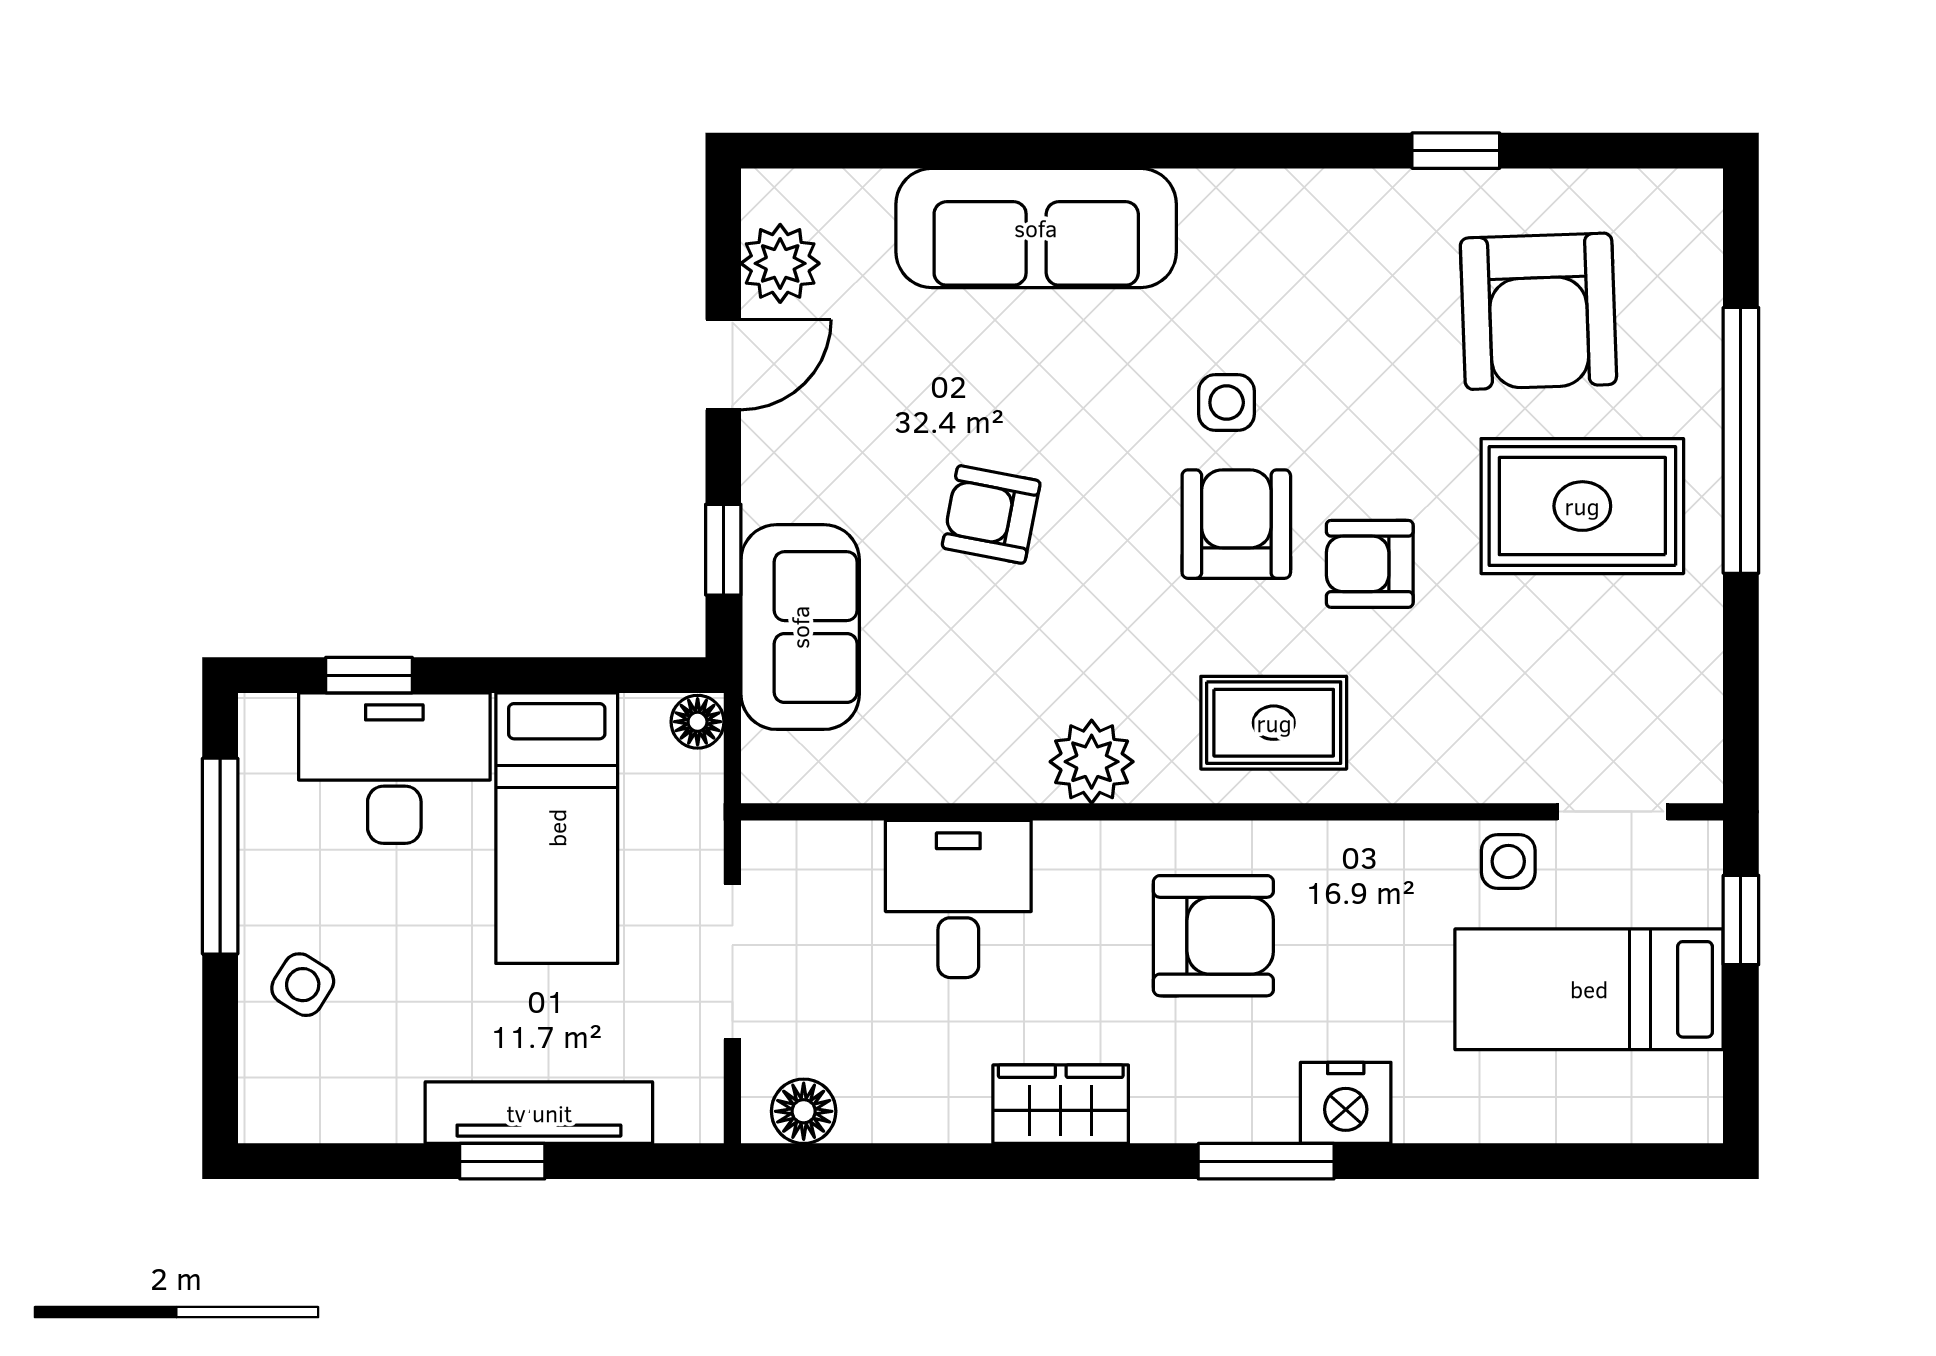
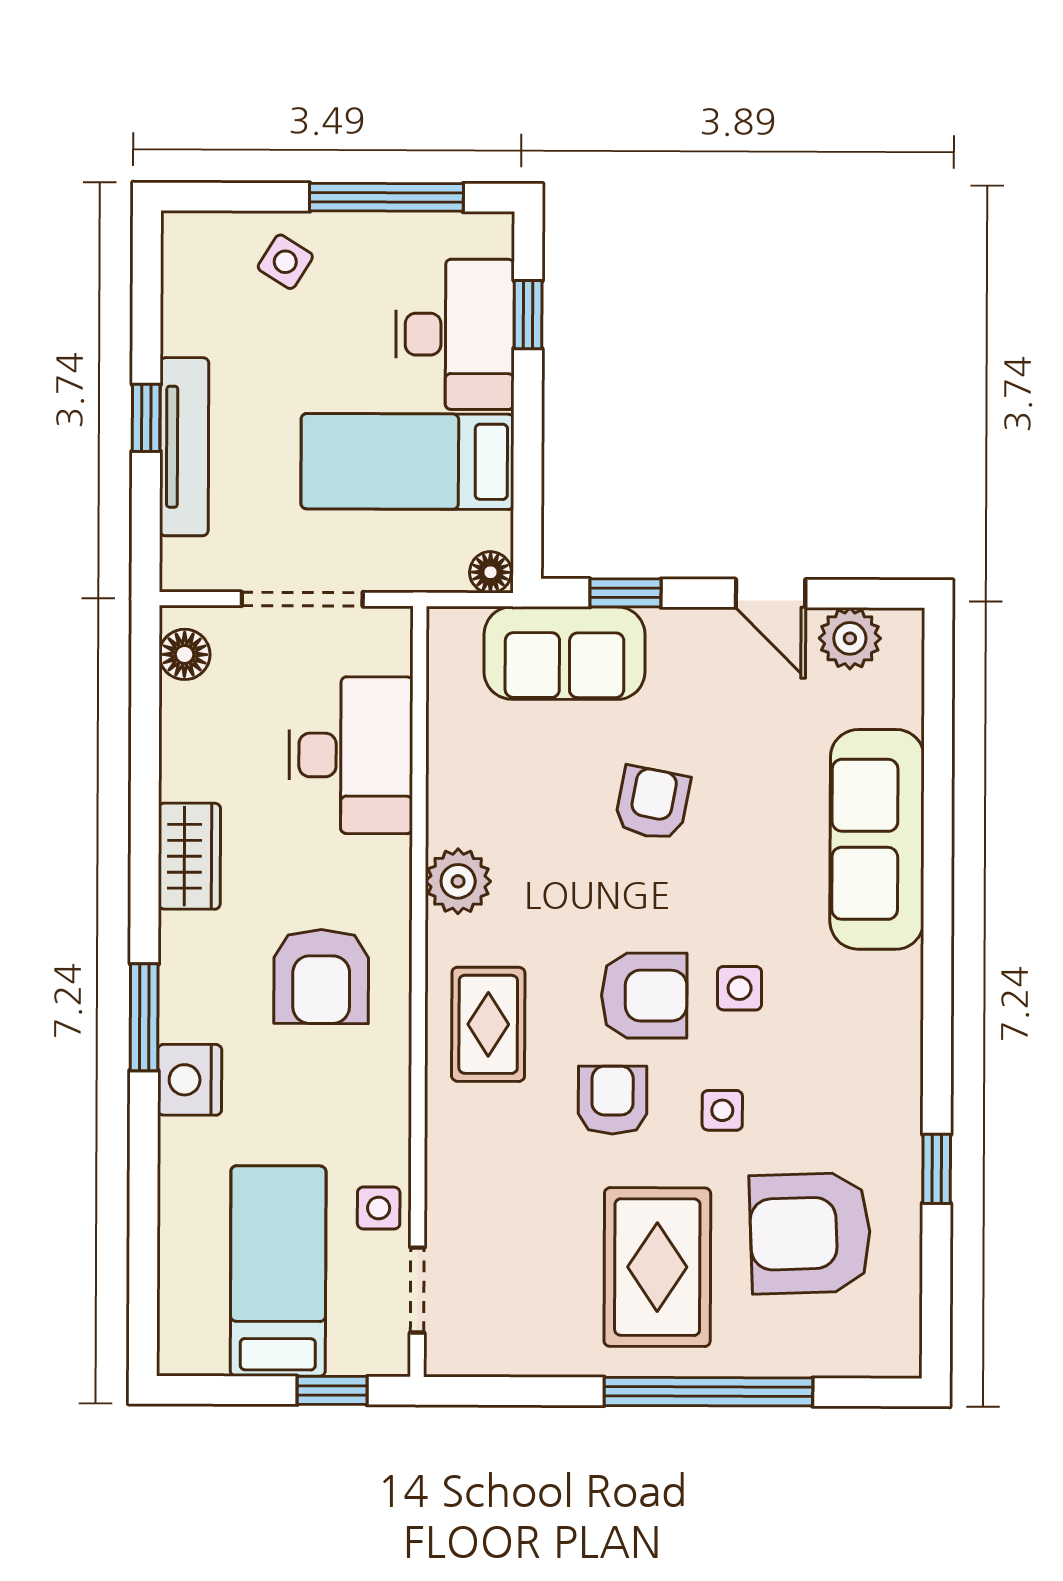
side table: (1382, 424) -> (722, 1110), added
desk: (958, 899) -> (351, 755), width x1.37

